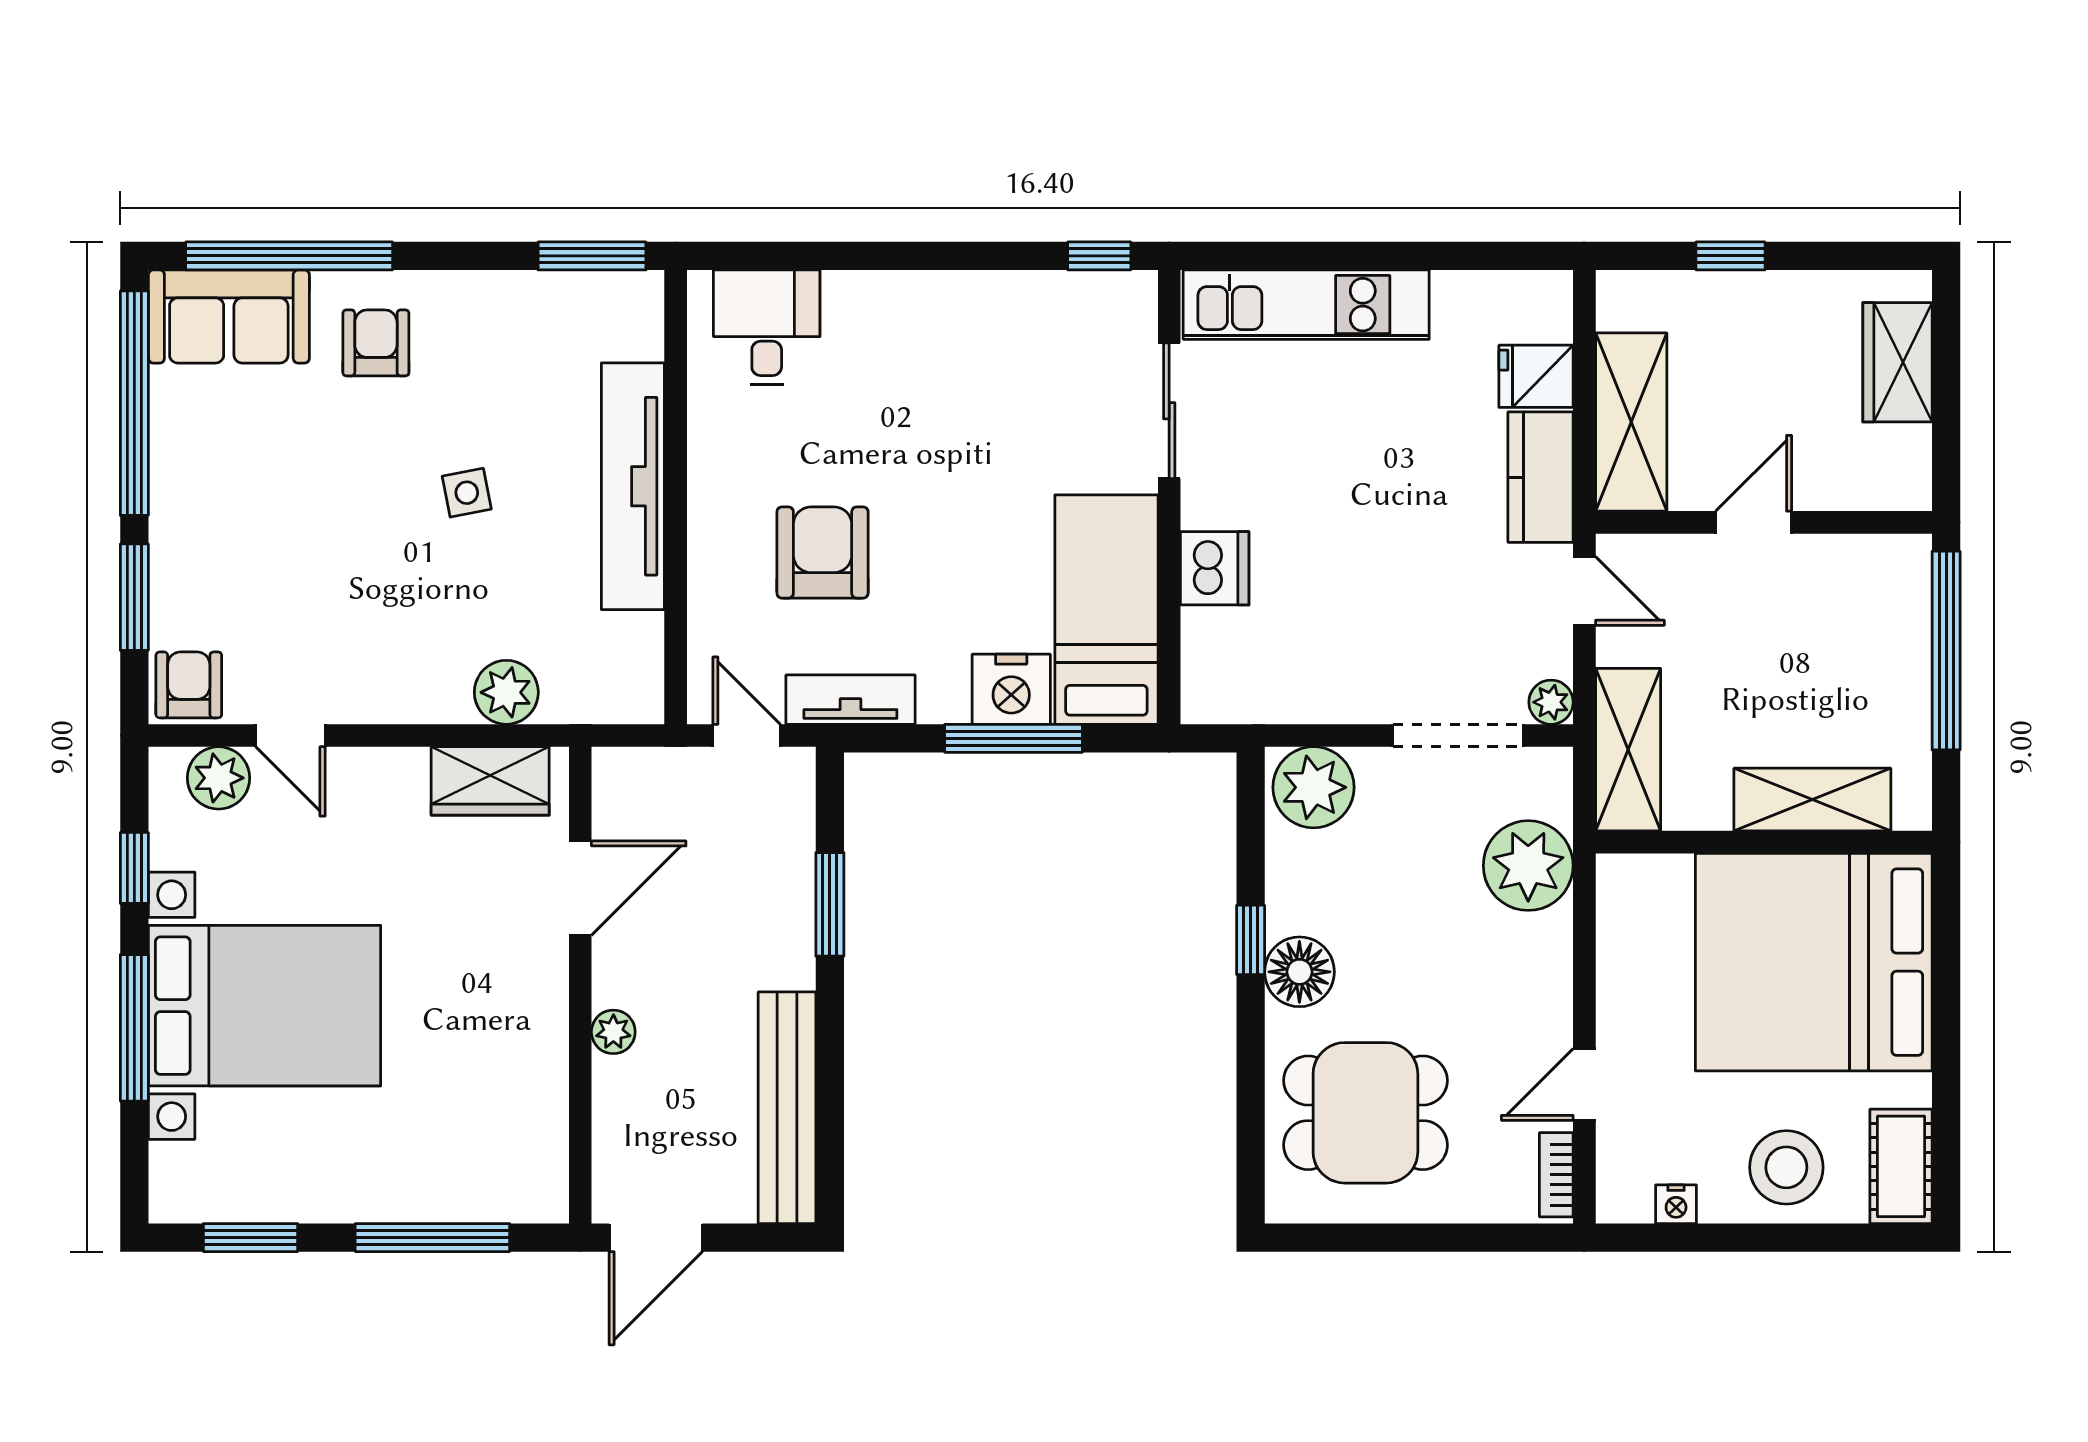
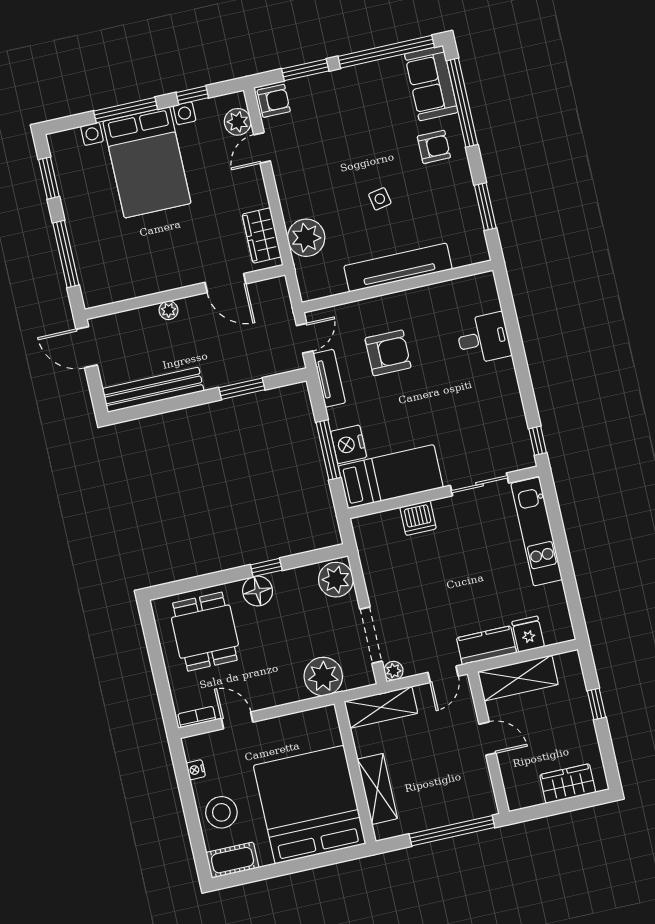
window: (592, 256) -> (485, 207), moved
desk: (767, 327) -> (483, 338), moved
plant: (506, 692) -> (306, 238), width x1.36, depth x1.36

